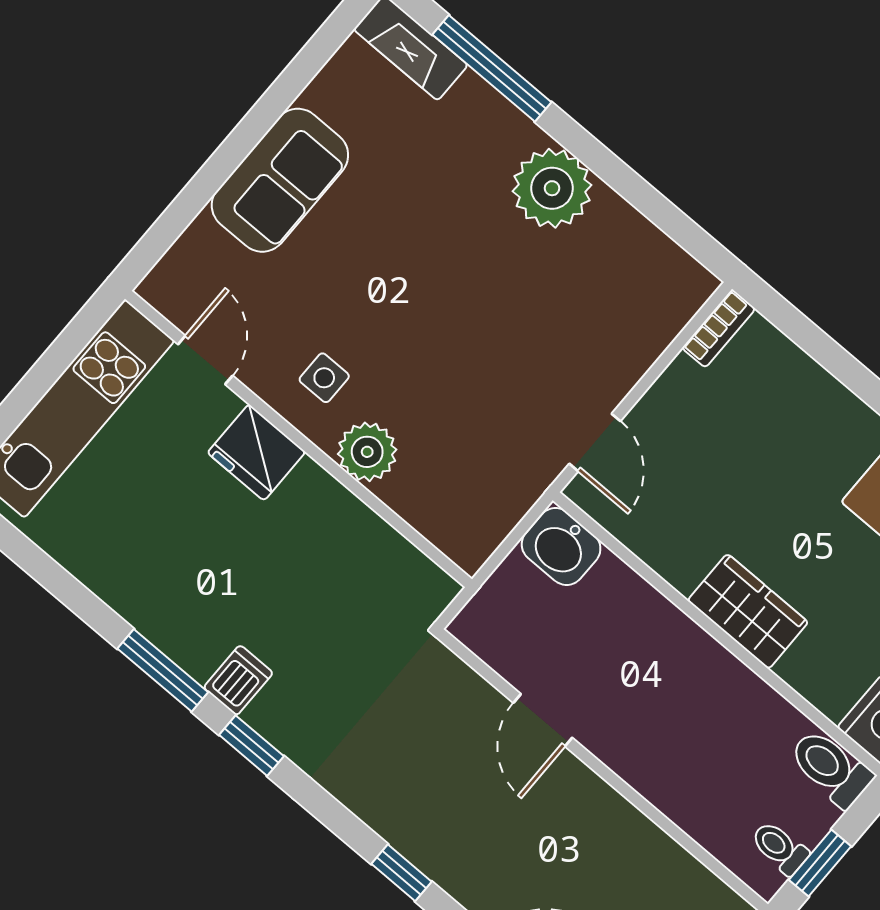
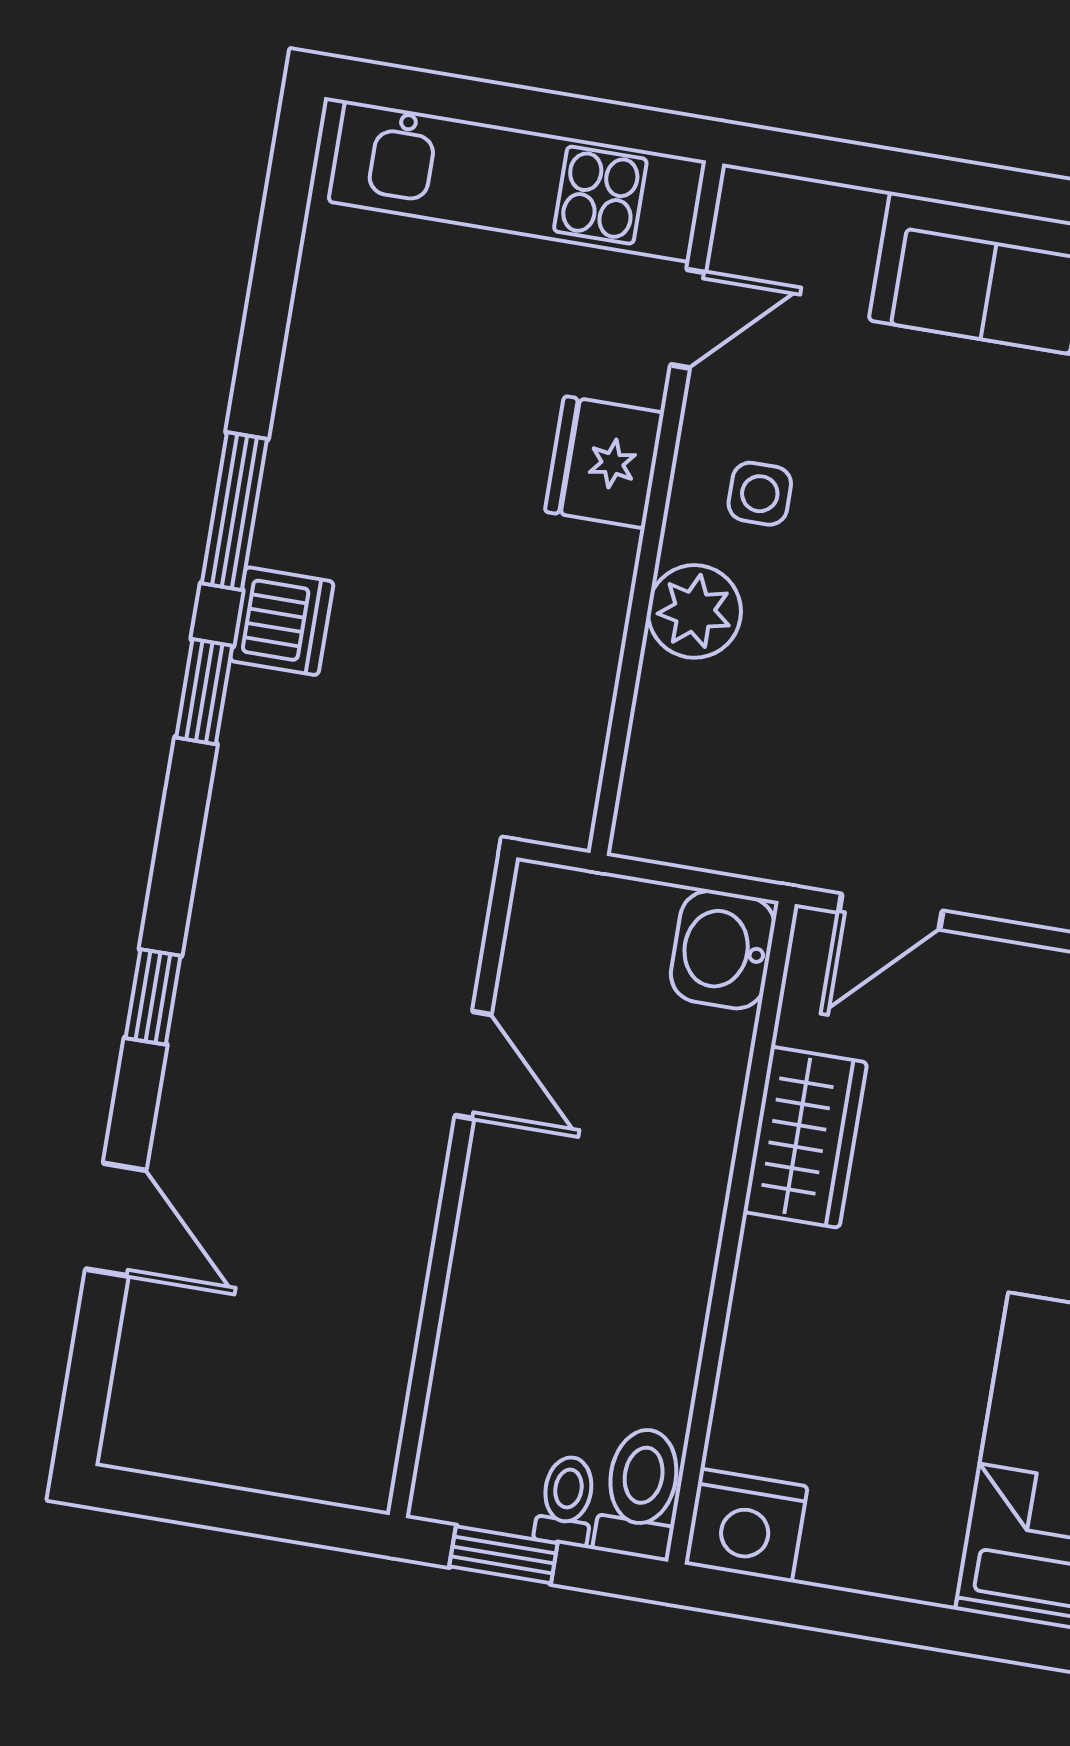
wardrobe: (748, 611) -> (805, 1137), moved
dishwasher: (238, 680) -> (282, 621), width x1.38
door: (543, 720) -> (473, 1065), swing flipped
toilet: (780, 848) -> (566, 1501), moved

